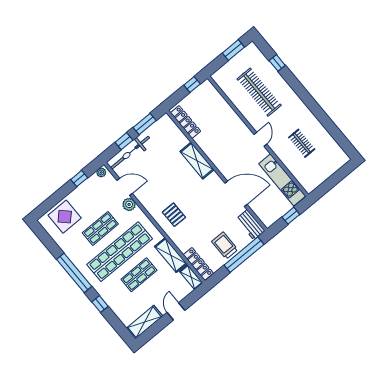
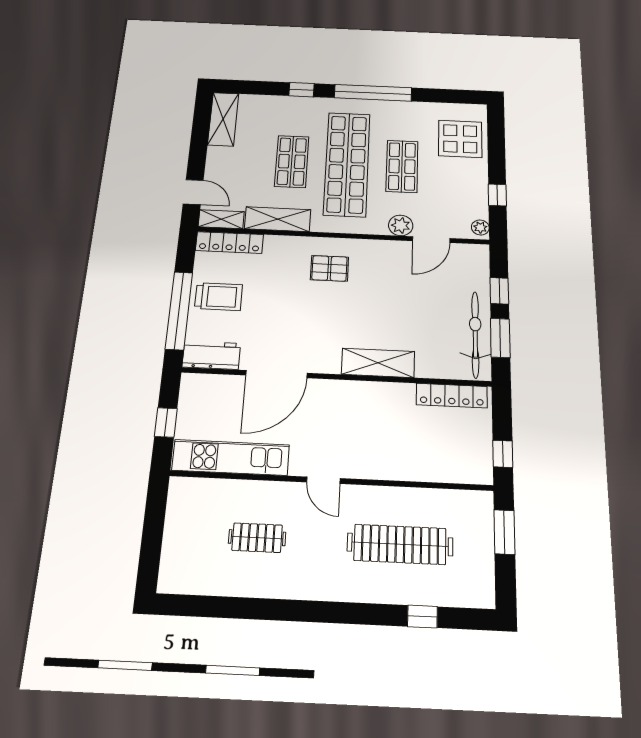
window: (233, 50) -> (504, 532), moved
bicycle: (130, 152) -> (475, 334), moved
door: (176, 311) -> (193, 192), moved

